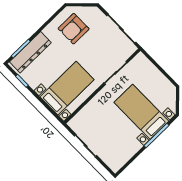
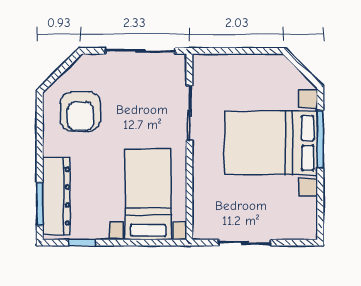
bed with nightstands: (141, 112) -> (271, 143), width x1.36

